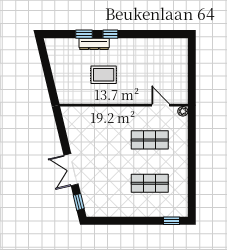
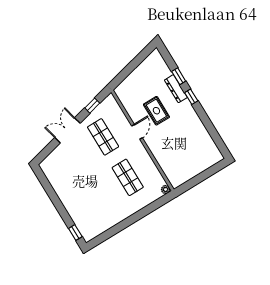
door: (161, 105) -> (137, 132), moved
shop shelf: (150, 183) -> (103, 137), moved
window: (79, 202) -> (92, 106), moved

